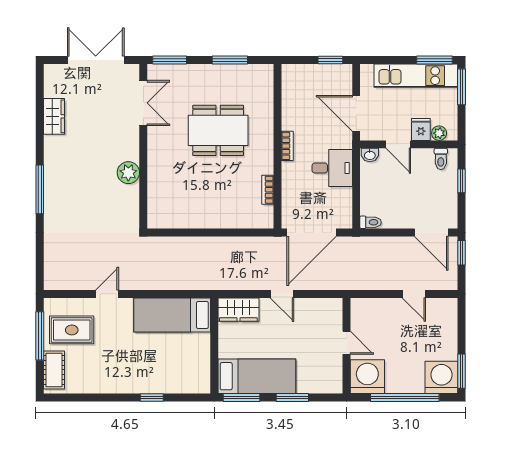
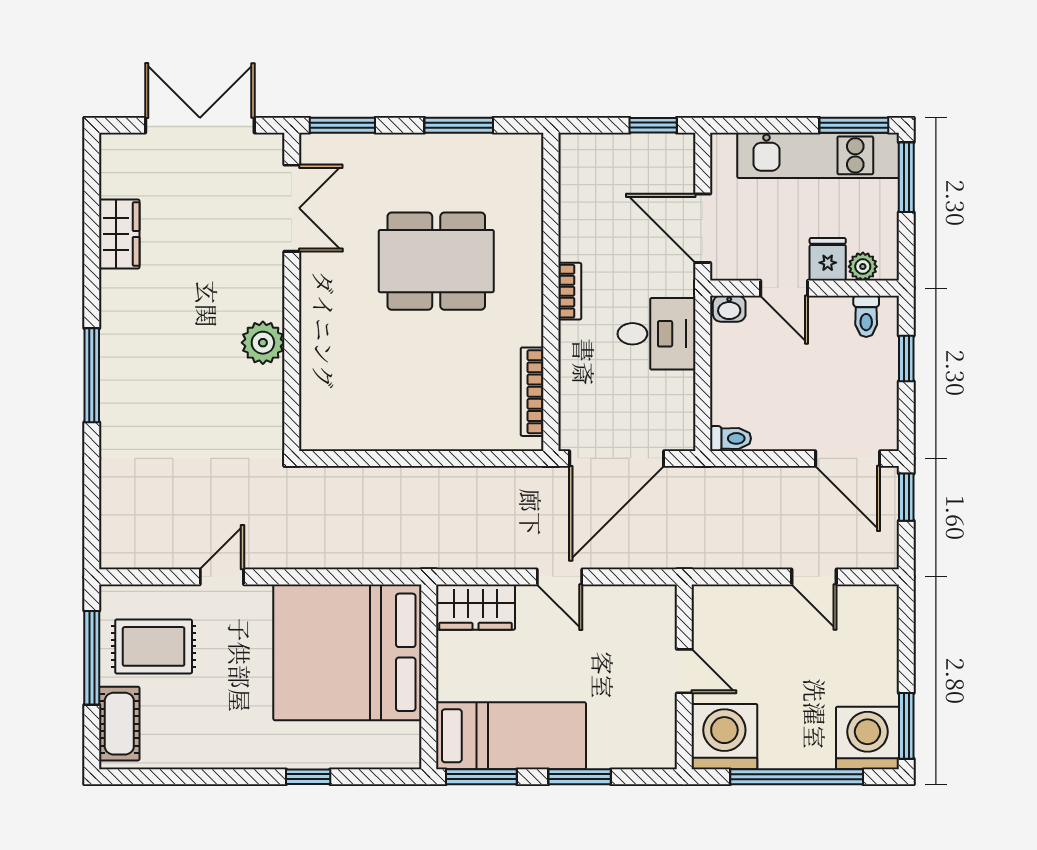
bookcase: (268, 190) -> (532, 392), width x1.56
bed: (172, 315) -> (347, 652), width x2.04

